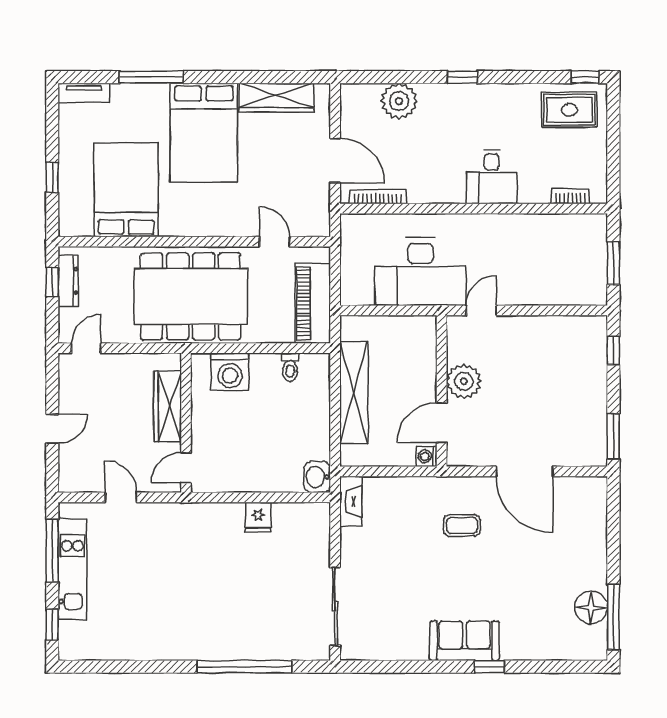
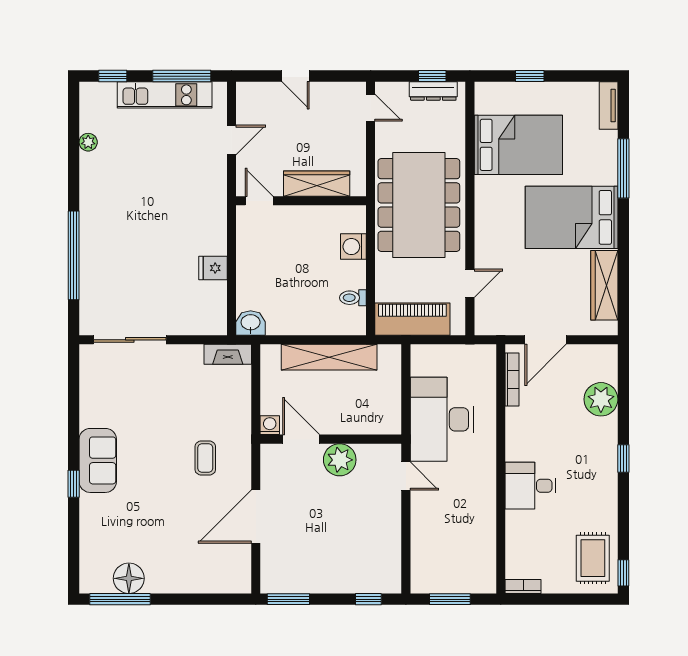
bookcase: (570, 196) -> (523, 587), moved, turned -90
washing machine: (230, 372) -> (353, 247), width x0.73, depth x0.73
plant: (123, 651) -> (88, 142), added

